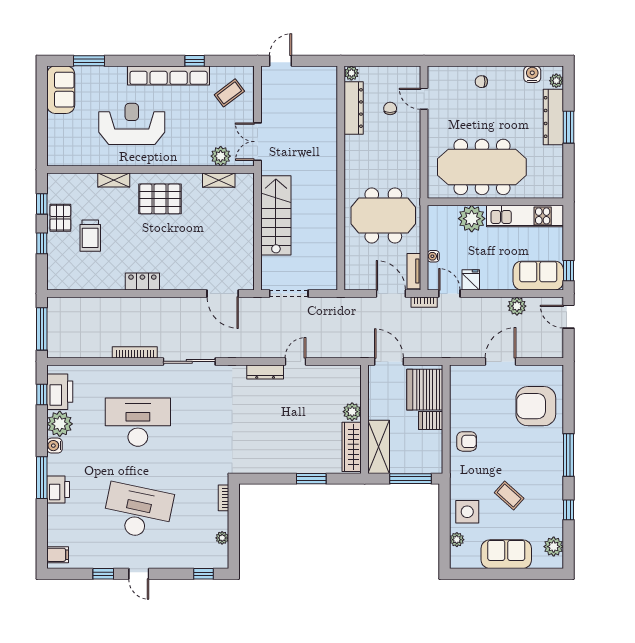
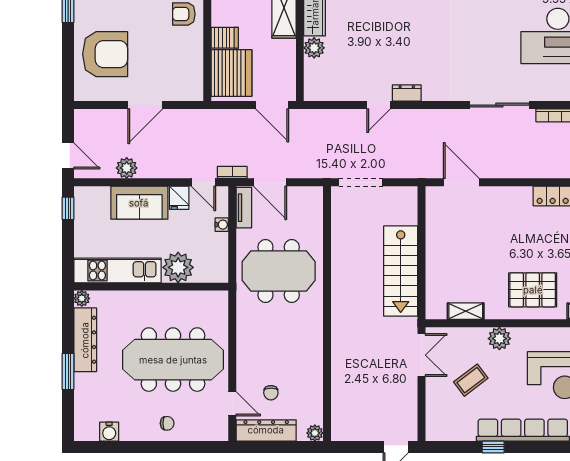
plant: (556, 81) -> (82, 298), moved
coffee table: (229, 93) -> (471, 380), moved
dresser: (354, 108) -> (266, 430), moved, turned 90
dresser: (553, 117) -> (85, 340), moved
plant: (221, 156) -> (499, 339), moved
meeting table: (482, 167) -> (173, 360), moved
sofa: (538, 276) -> (139, 203), moved
doorway: (289, 293) -> (361, 182), moved
dresser: (265, 372) -> (407, 93), width x0.70

